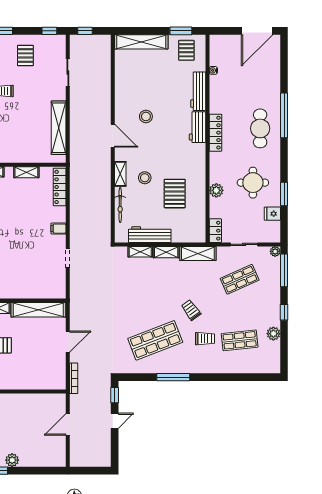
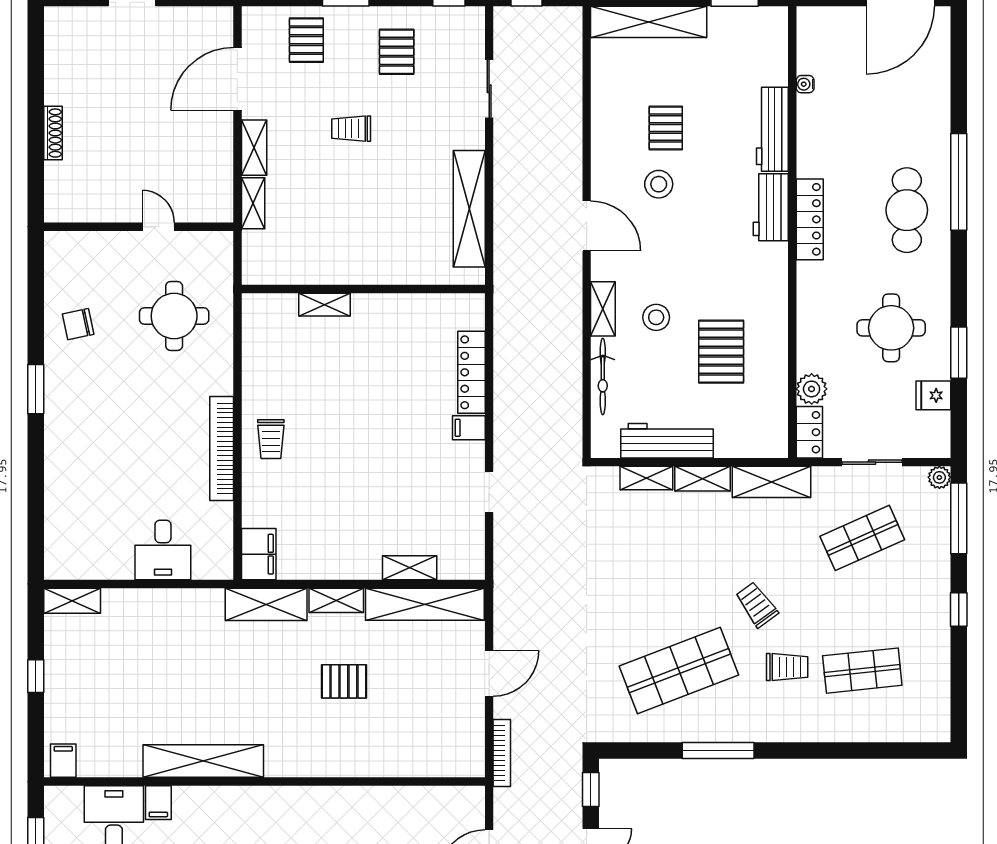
pallet: (186, 50) -> (666, 128), moved
shelving: (26, 172) -> (410, 568), moved
locker: (60, 187) -> (471, 372), moved
plant: (216, 190) -> (812, 389), moved
plant: (273, 334) -> (936, 656), removed

